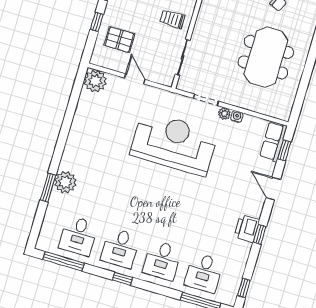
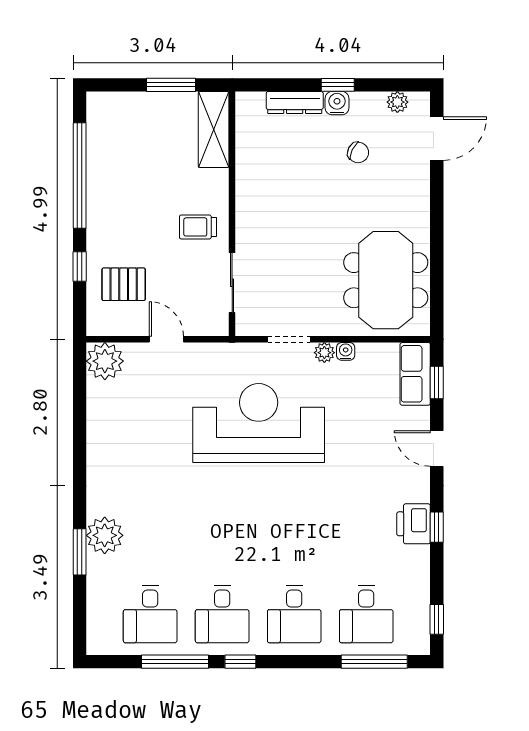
meeting table: (266, 57) -> (386, 280), moved
window: (64, 261) -> (175, 662), moved

